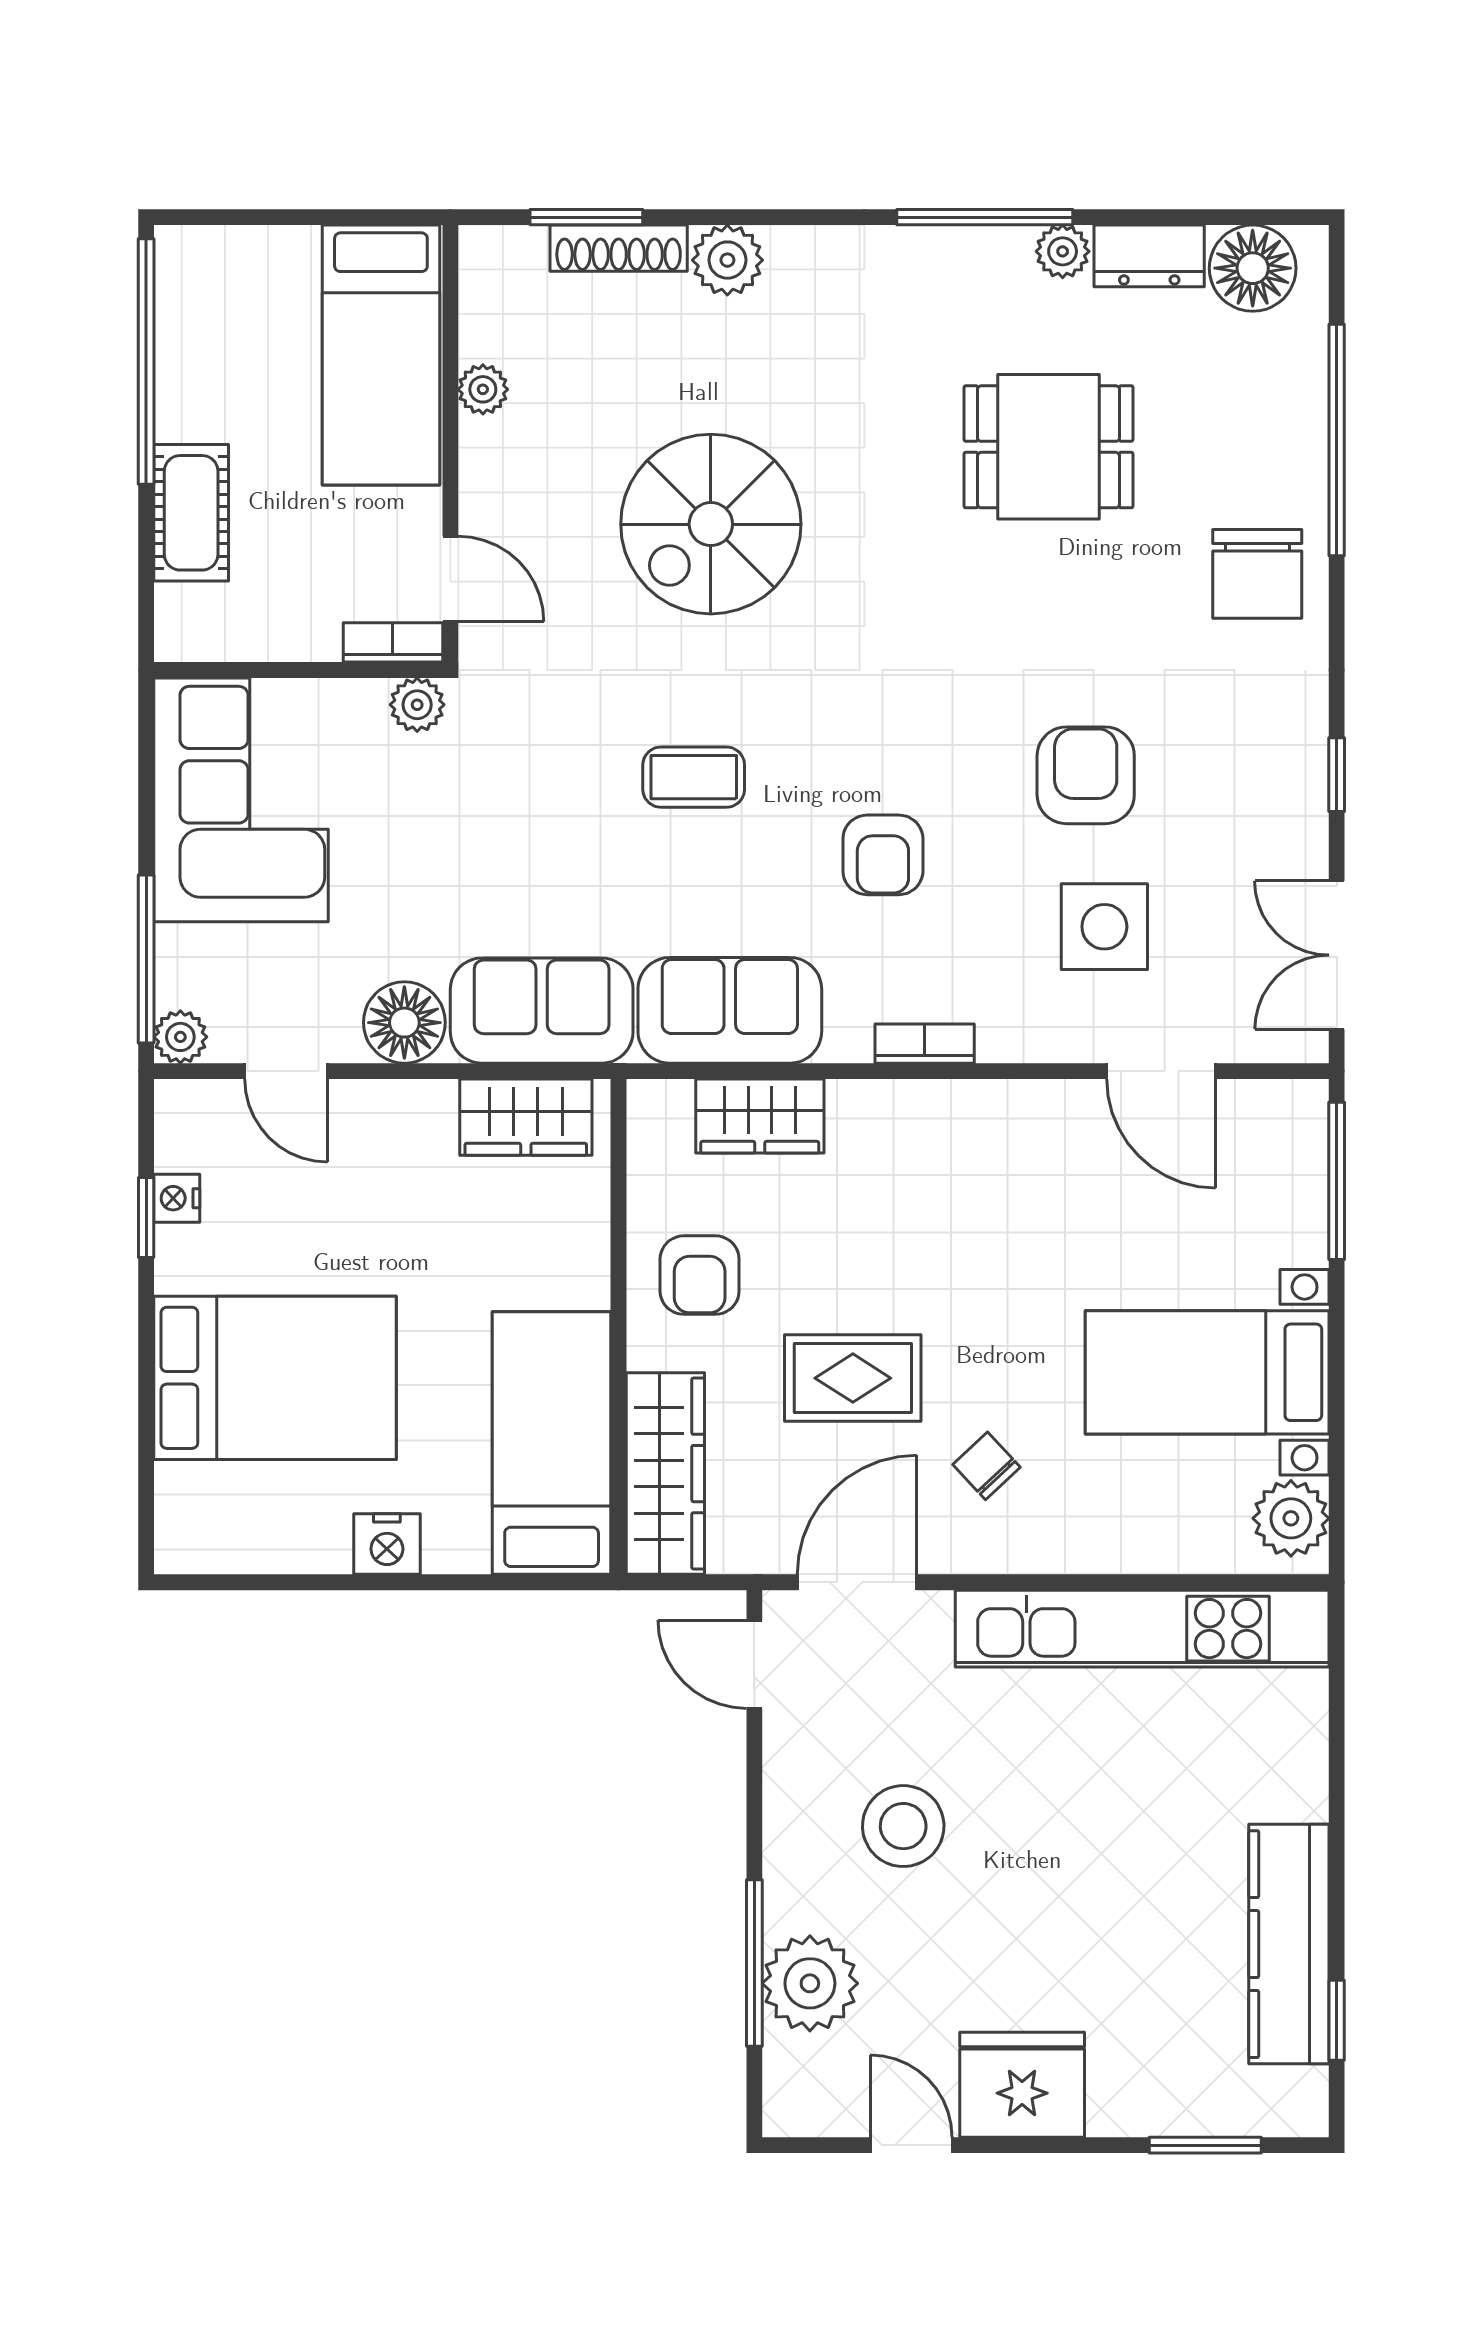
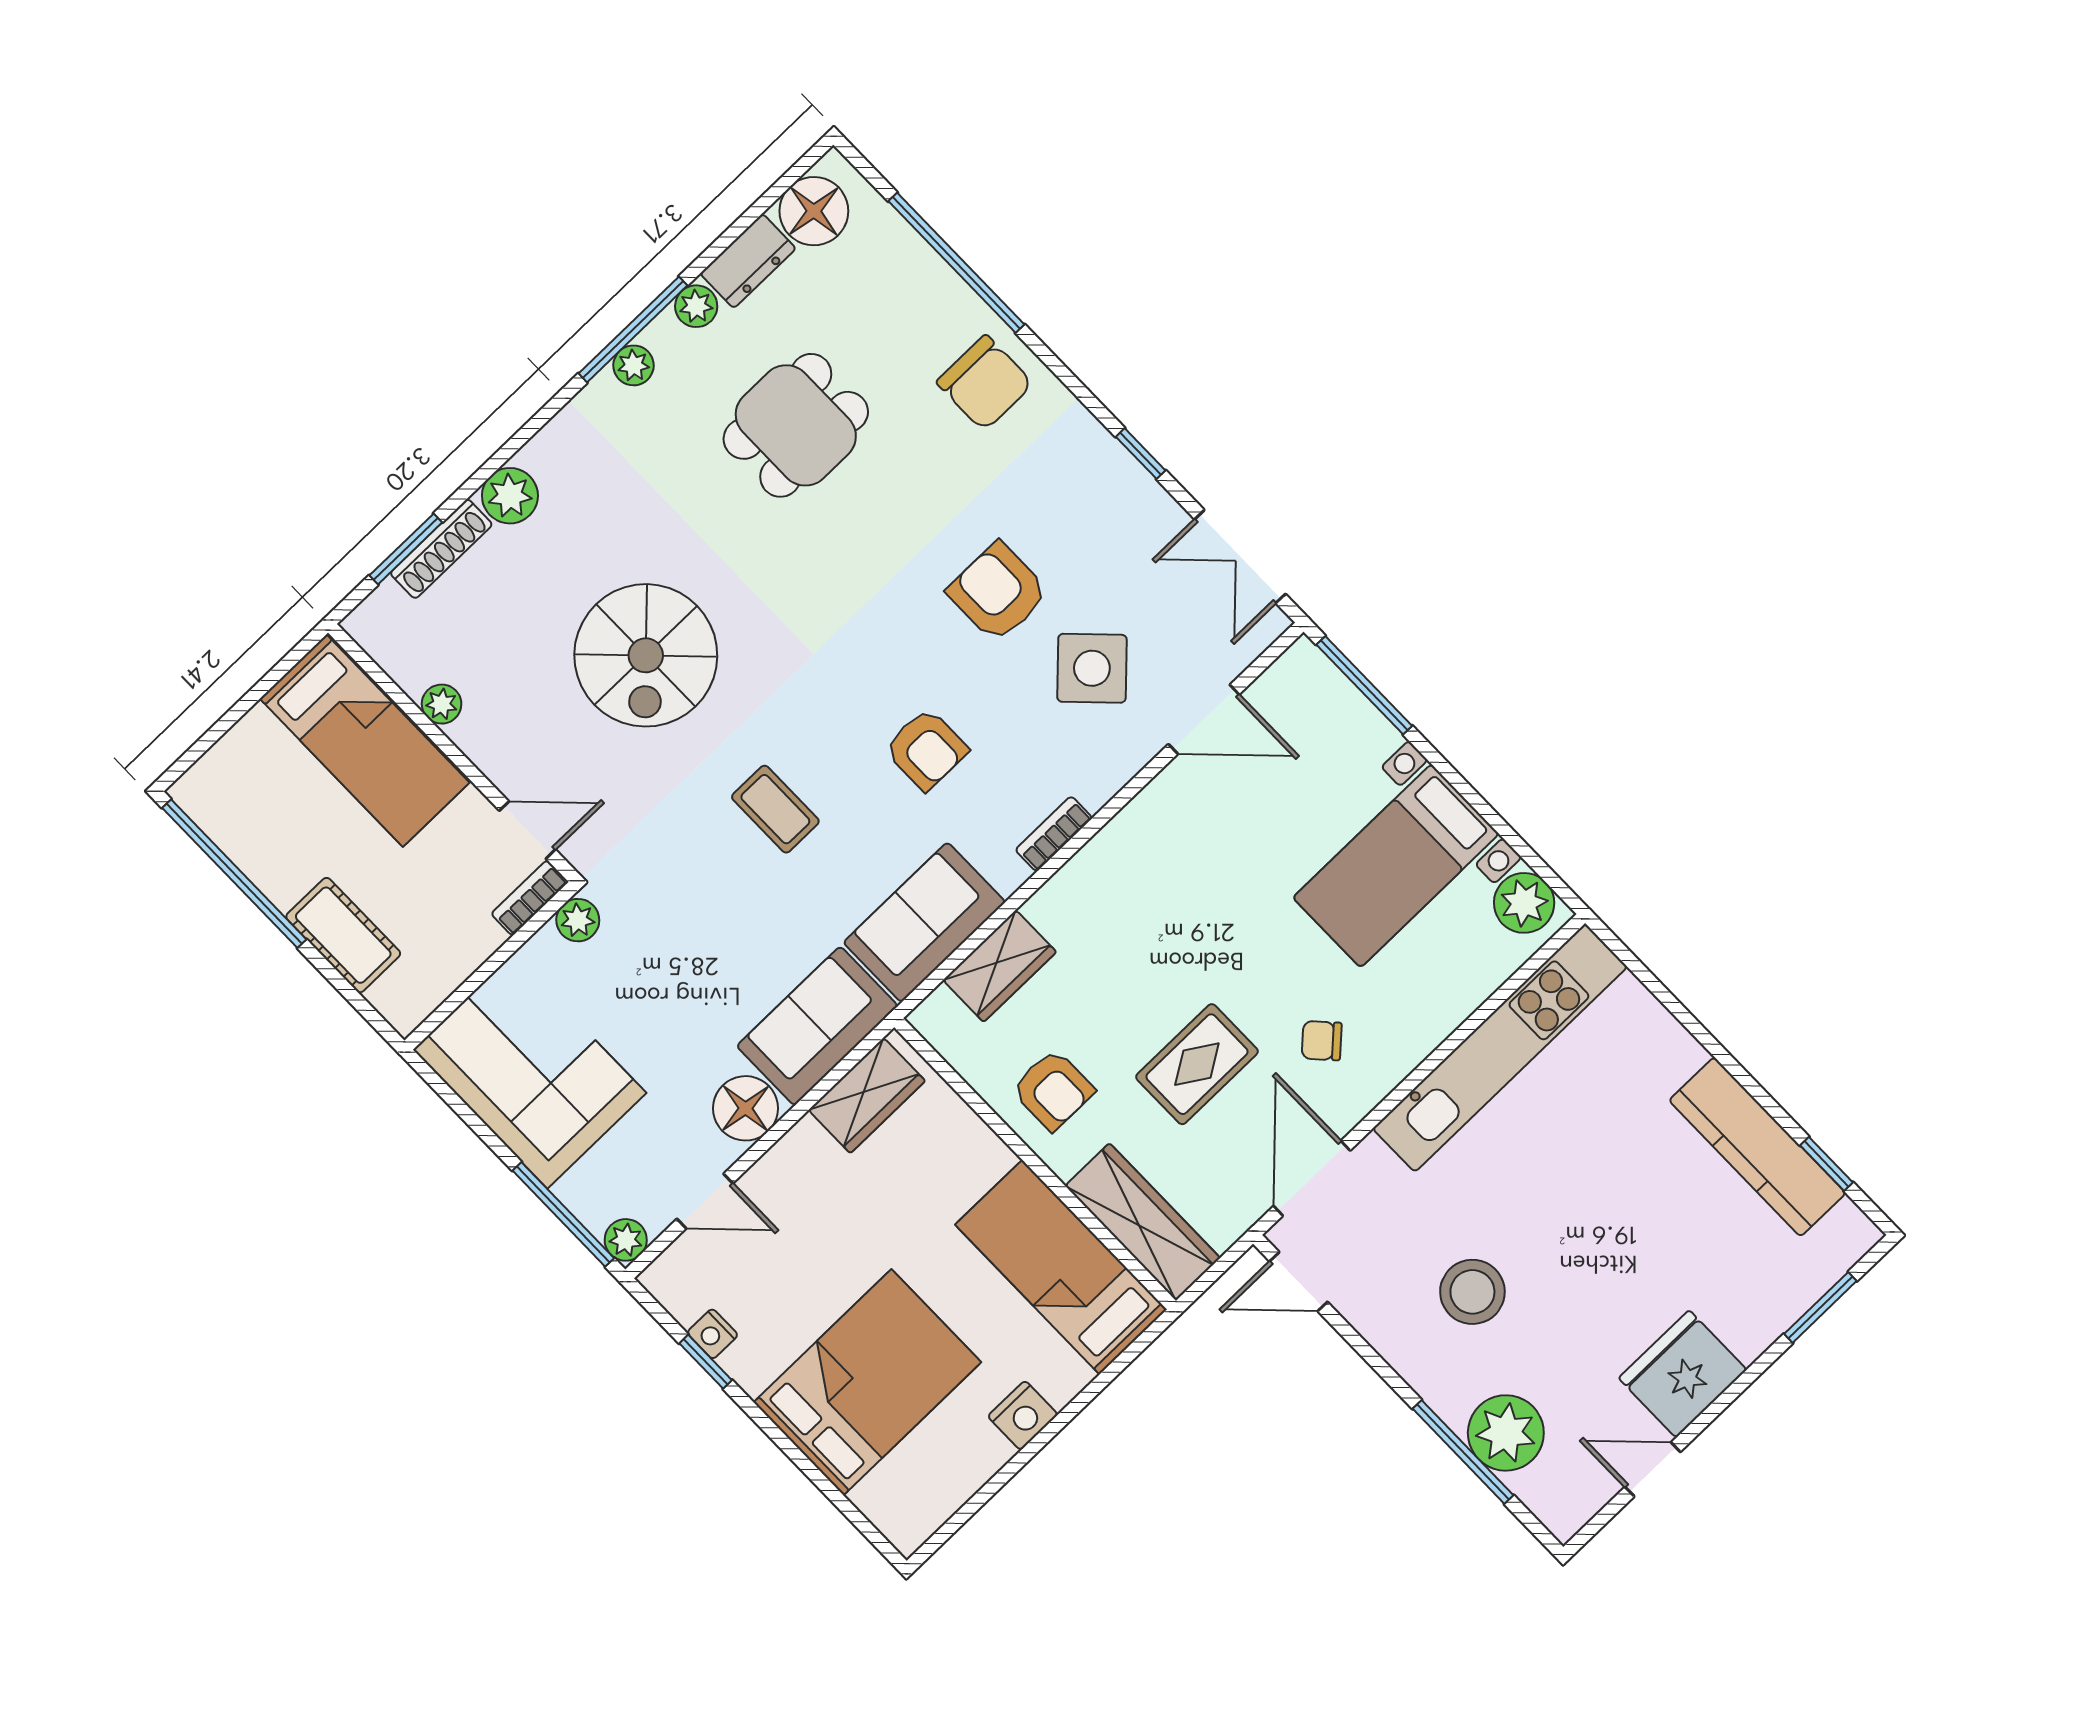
plant: (954, 250) -> (633, 365), added
coffee table: (694, 777) -> (775, 809), turned 90
side table: (1104, 927) -> (1092, 668), turned 45

